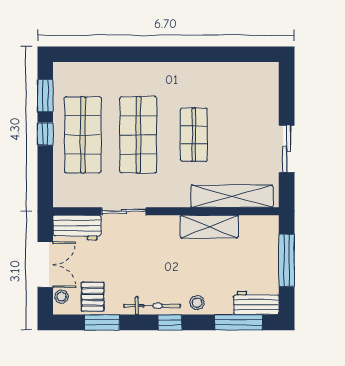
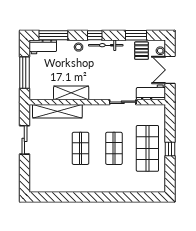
window: (45, 96) -> (170, 172), removed
shop shelf: (138, 135) -> (114, 148), width x0.70, depth x0.74

